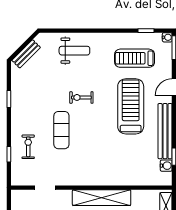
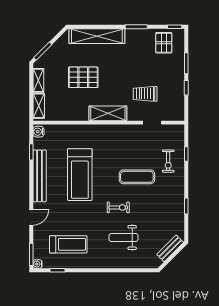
weight bench: (74, 51) -> (124, 238), moved
treadmill: (131, 106) -> (80, 175), moved
exercise mat: (61, 130) -> (137, 177), turned 90
water cooler: (166, 166) -> (38, 132), moved
shelving: (102, 198) -> (108, 113), width x0.68

